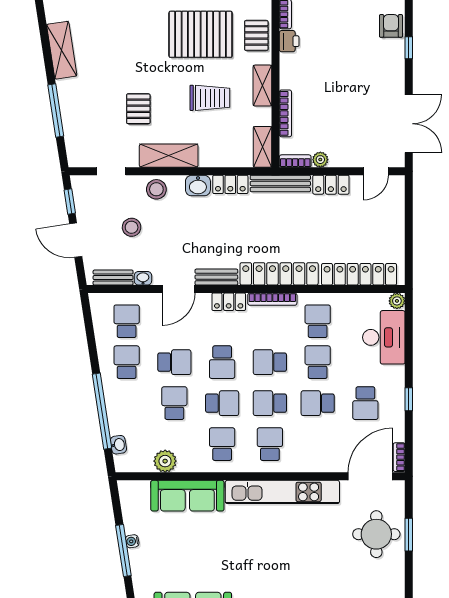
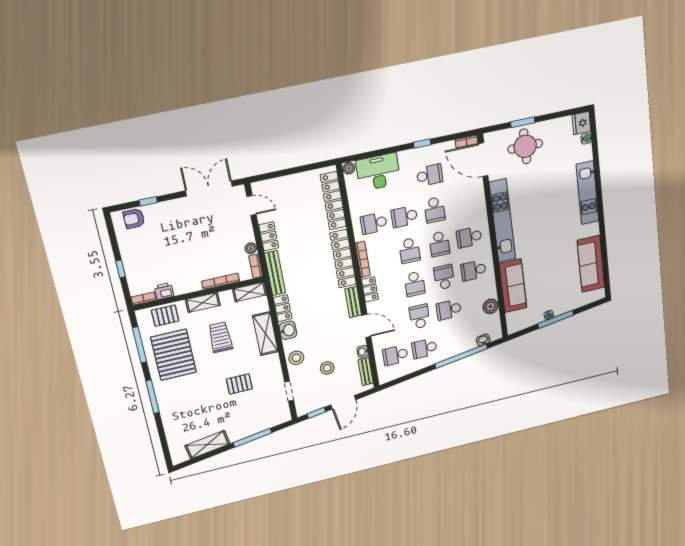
shelving: (169, 156) -> (265, 334), moved
school desk: (222, 362) -> (415, 284), turned 90

